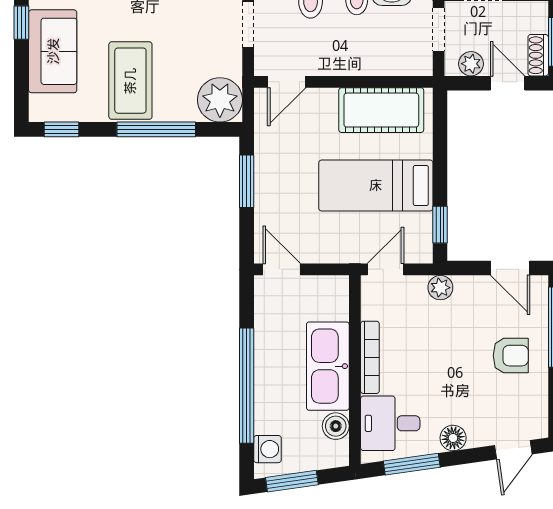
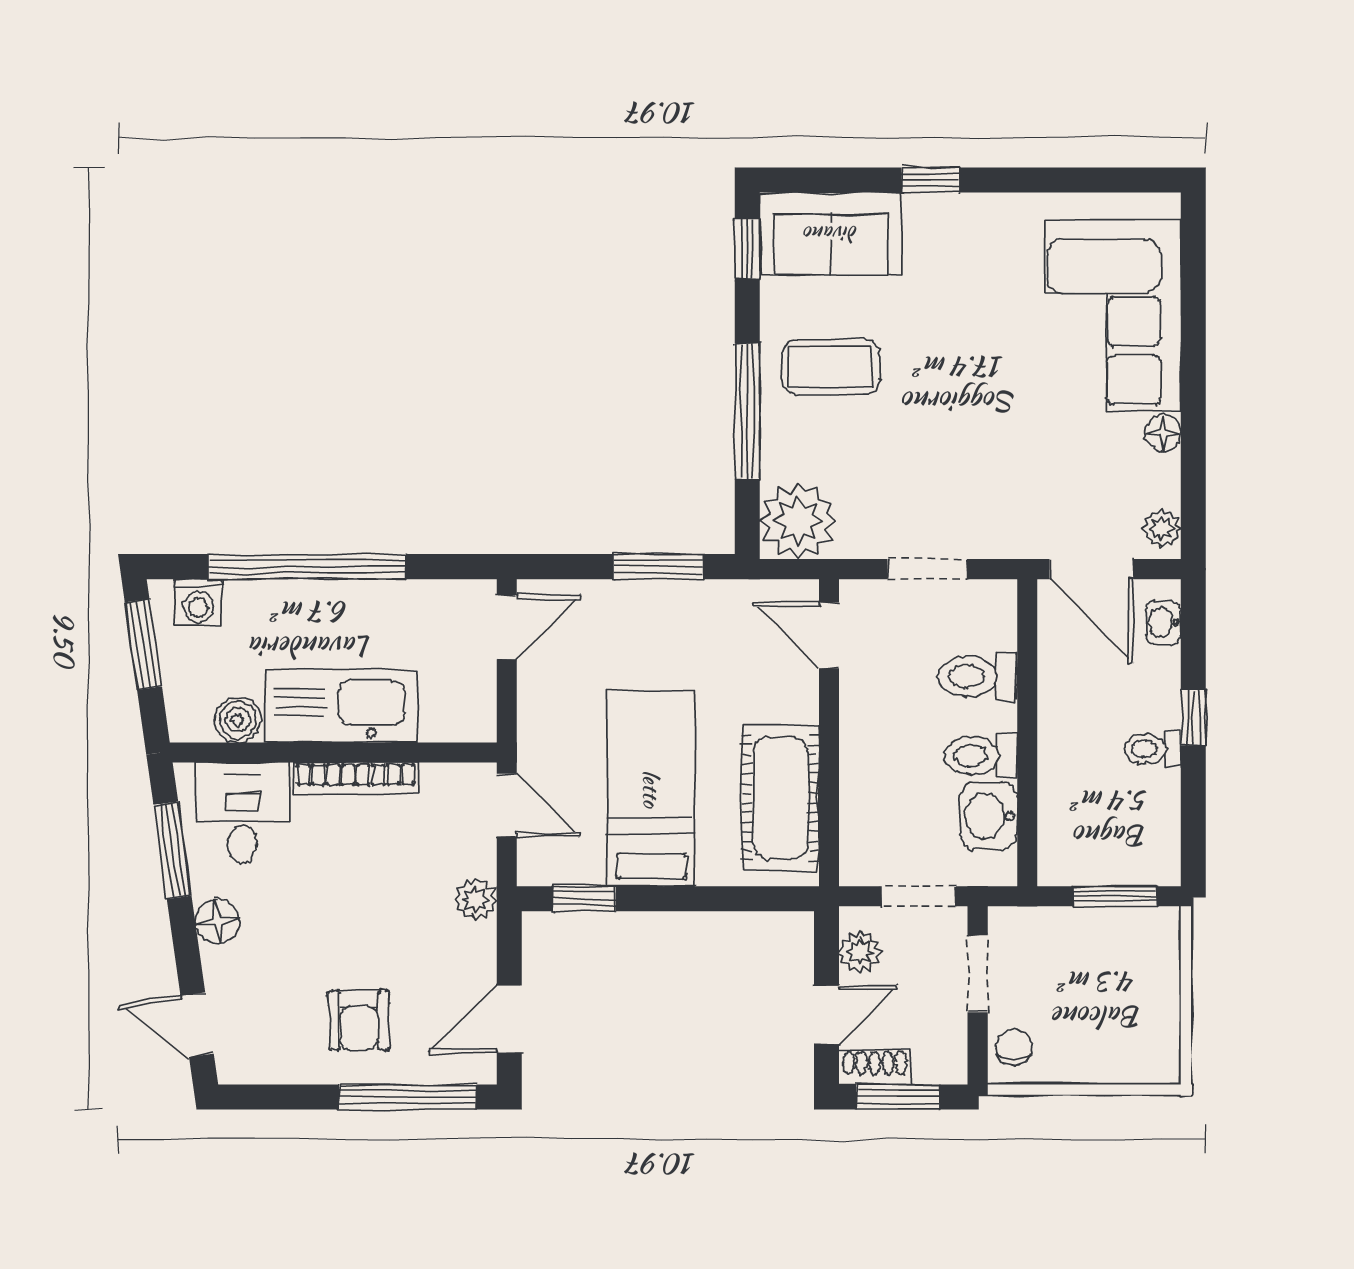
sofa: (53, 51) -> (831, 234), moved
coffee table: (130, 81) -> (831, 367), width x0.73, depth x0.76

